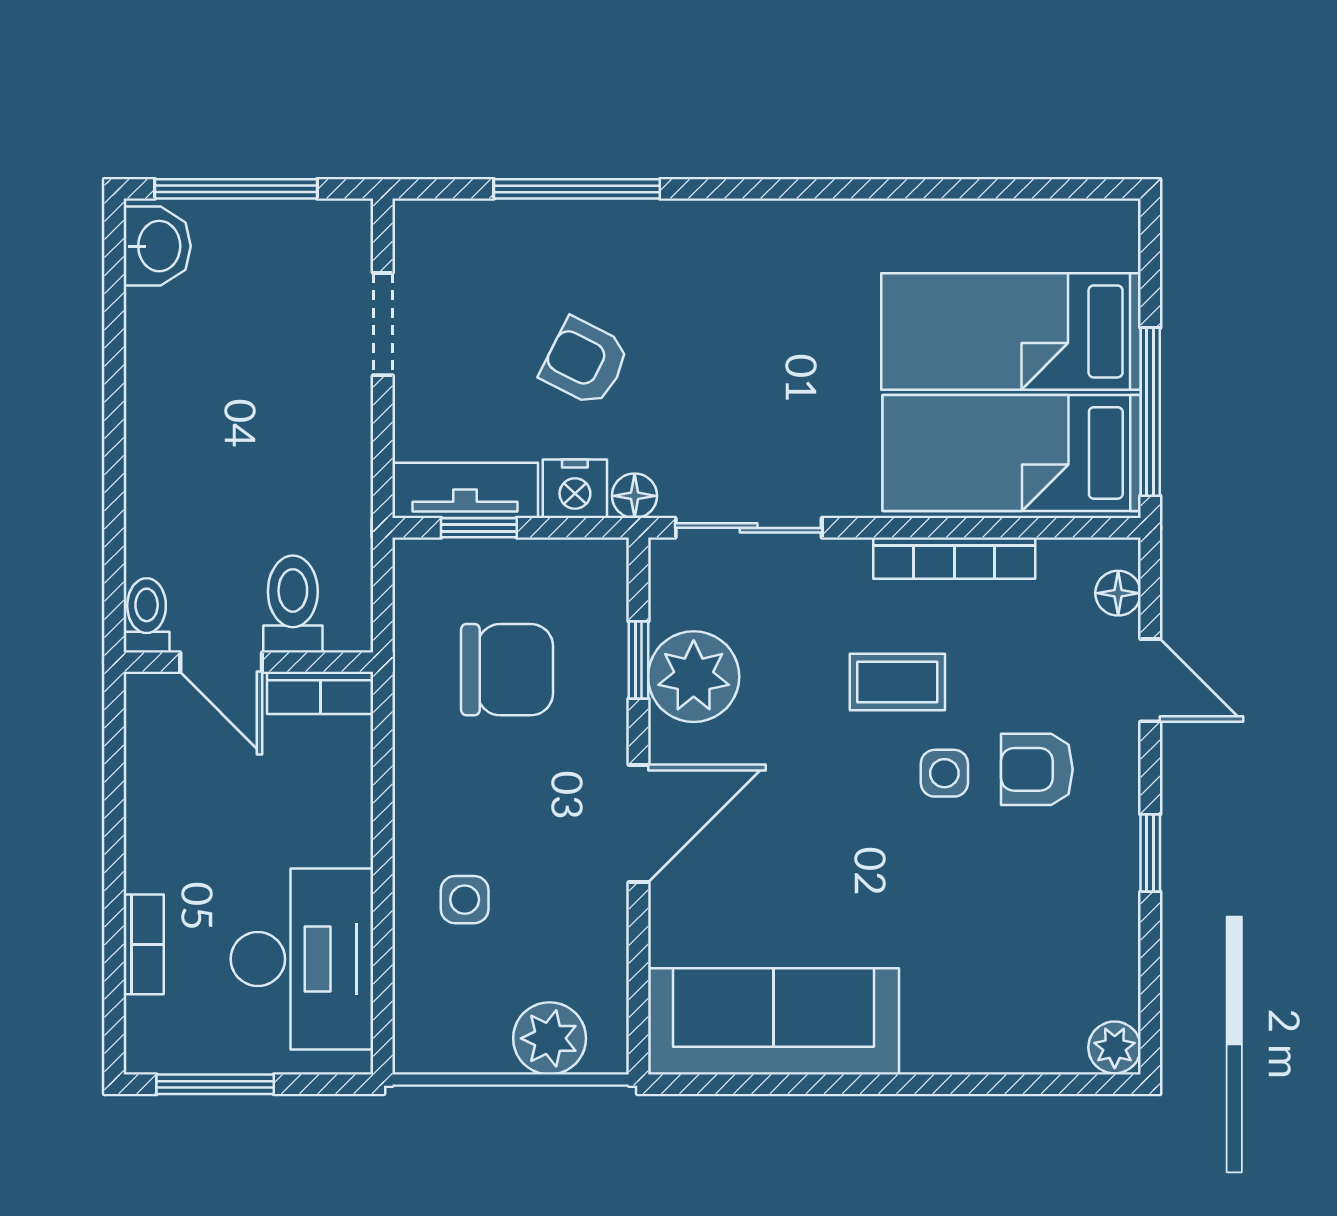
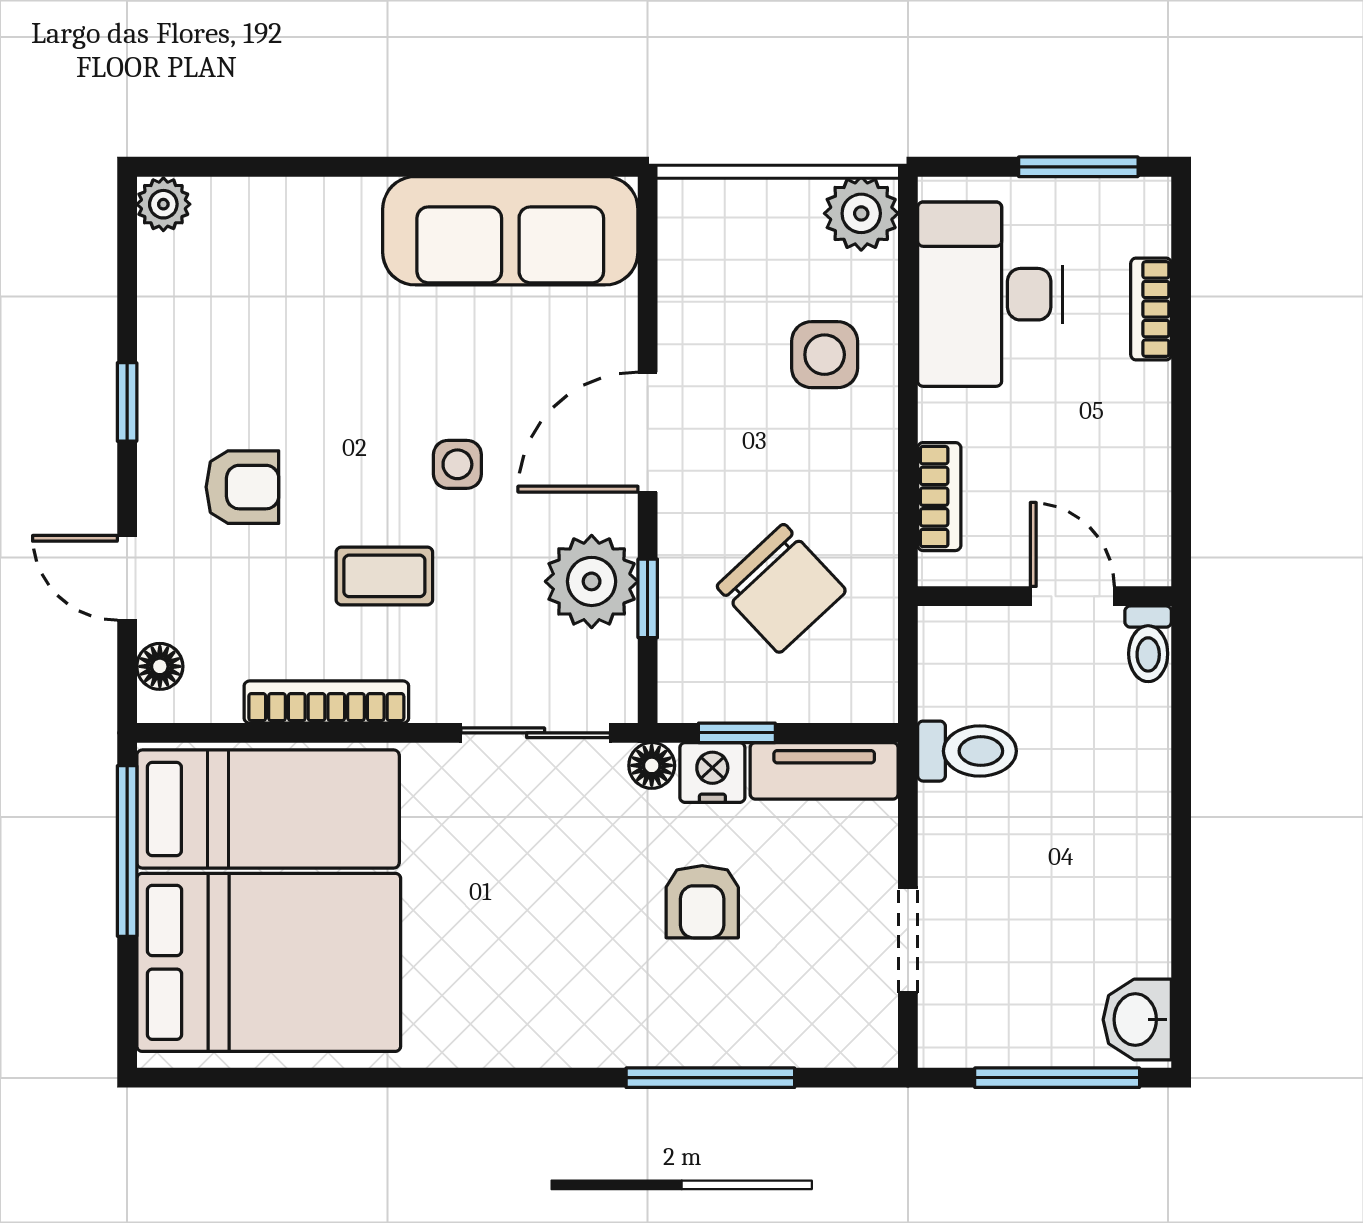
bed: (1011, 331) -> (269, 962), width x1.50
armchair: (585, 362) -> (702, 902), turned 63
window: (479, 528) -> (737, 733), moved
toilet: (293, 604) -> (967, 751), moved, turned -90
chair: (507, 670) -> (781, 589), turned -133
bookcase: (320, 693) -> (939, 497), moved, turned 90
side table: (944, 773) -> (457, 464), moved
side table: (465, 900) -> (825, 355), width x1.37, depth x1.37
plant: (550, 1038) -> (861, 213), moved

